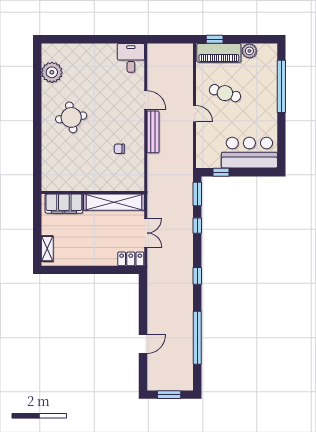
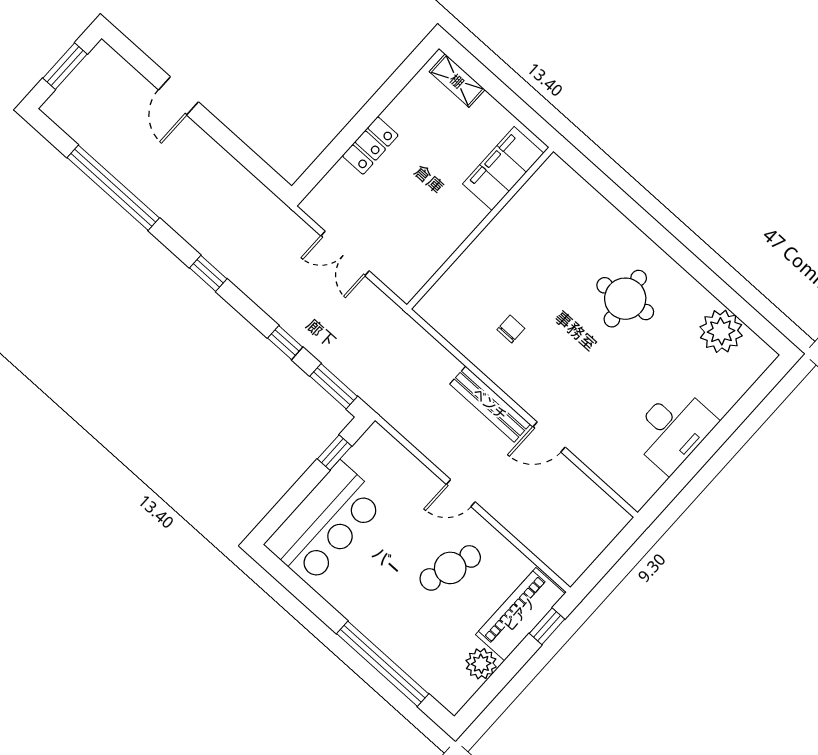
desk: (131, 58) -> (673, 429), moved, width x1.37
shelving: (114, 202) -> (436, 247), removed
locker: (131, 259) -> (370, 146), moved

